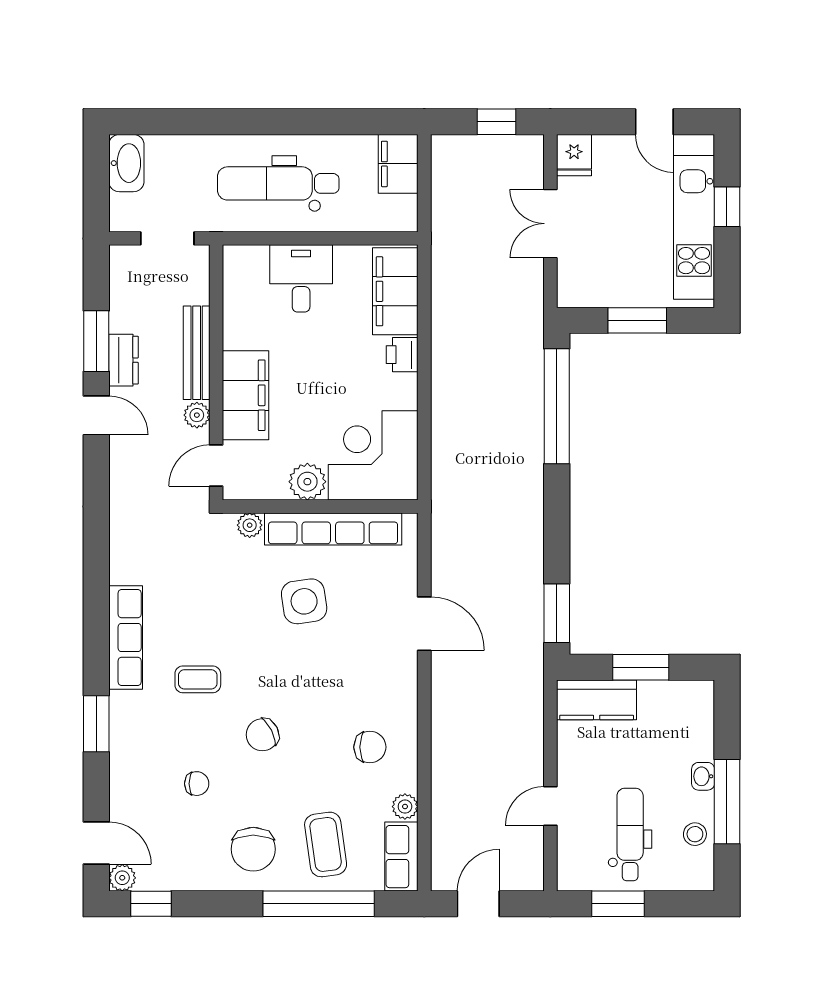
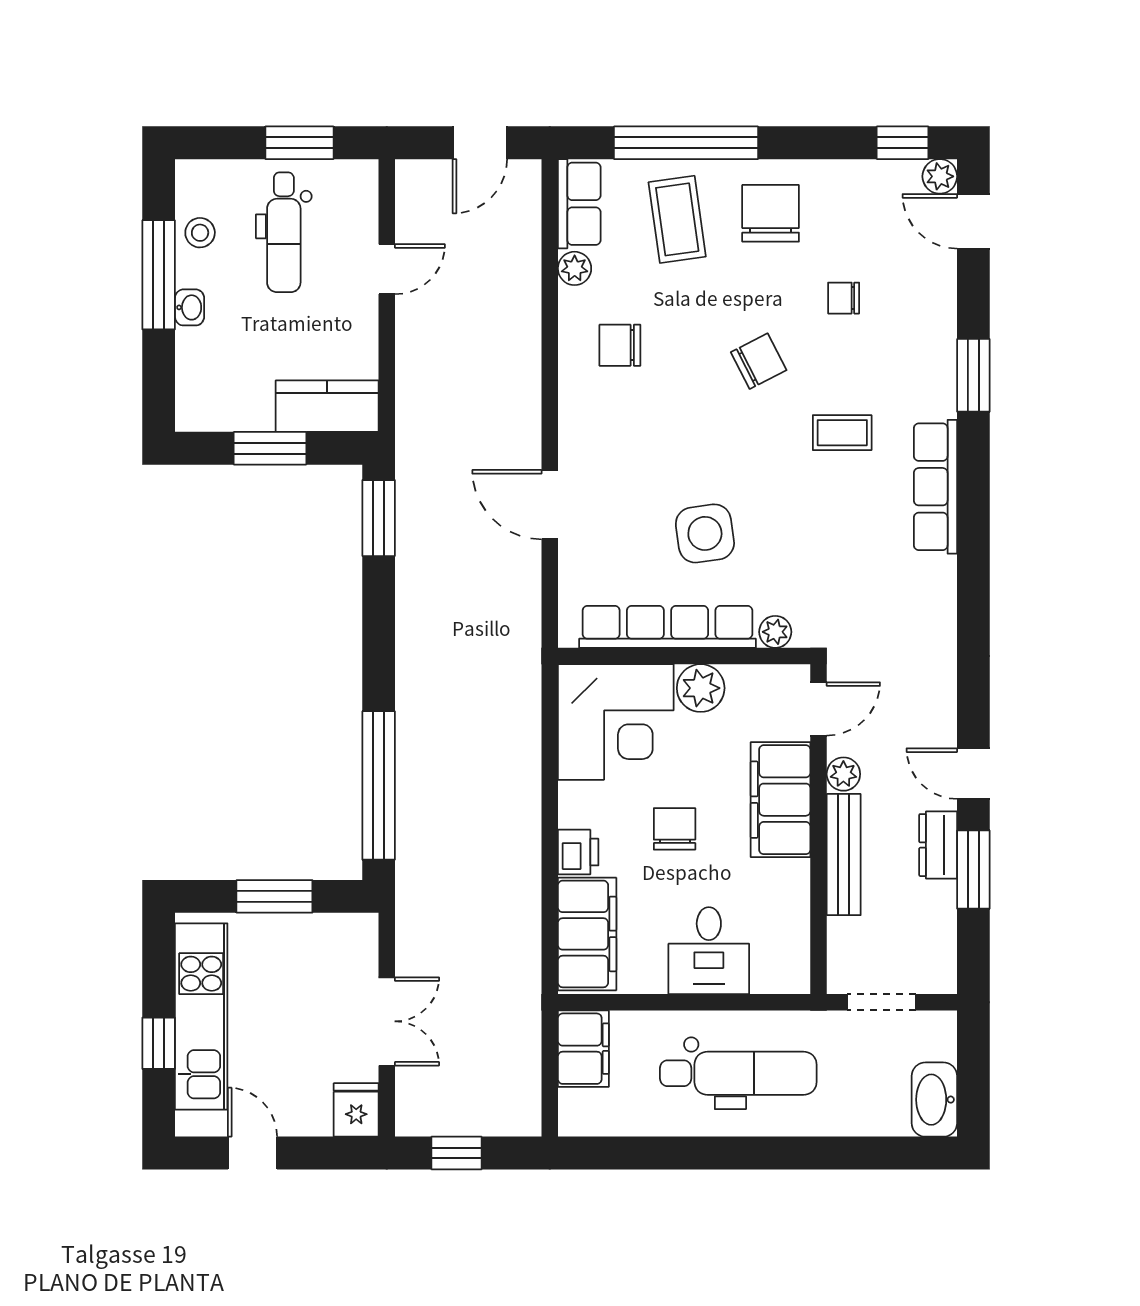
filing cabinet: (398, 164) -> (583, 1049), moved
chair: (328, 373) -> (675, 829), added

